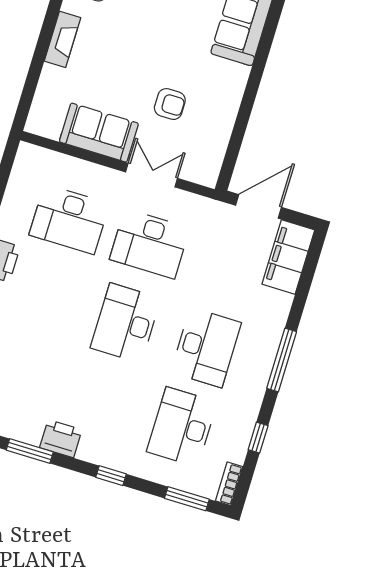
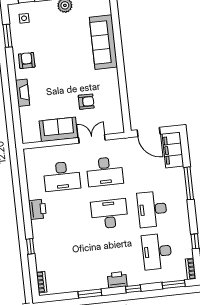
door: (258, 206) -> (149, 132), swing flipped
desk: (126, 323) -> (109, 214), turned 90
desk: (206, 347) -> (152, 209), turned 180
window: (282, 360) -> (189, 183), moved
printer: (61, 439) -> (117, 280), moved

